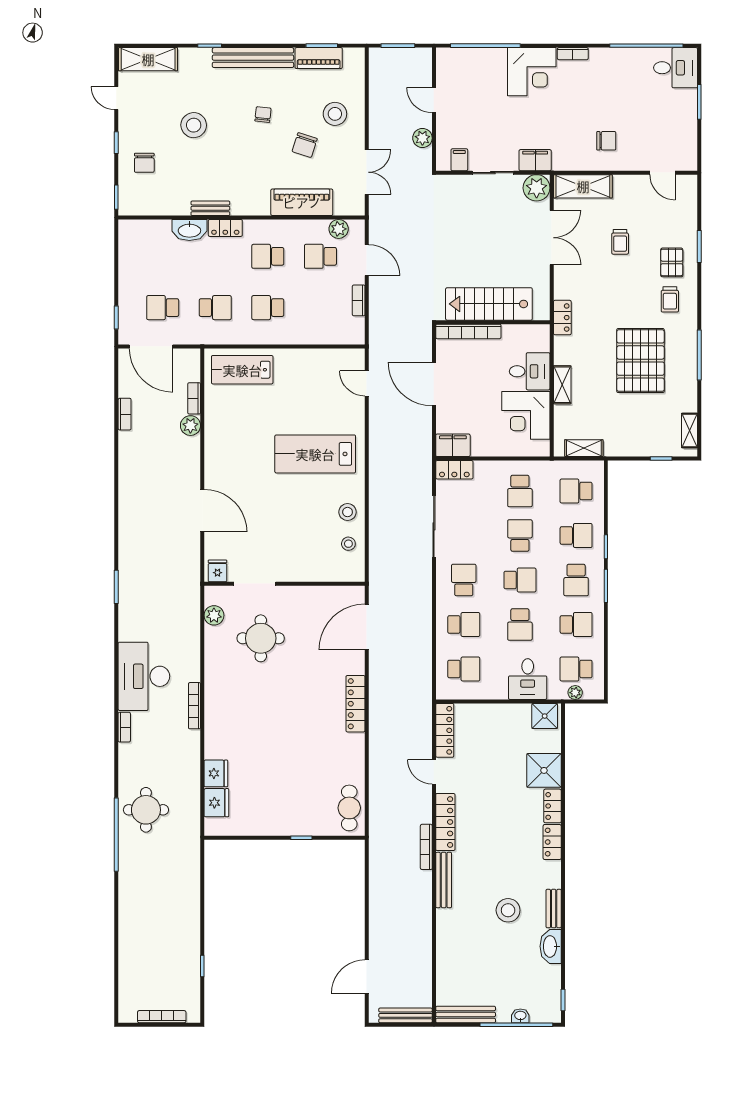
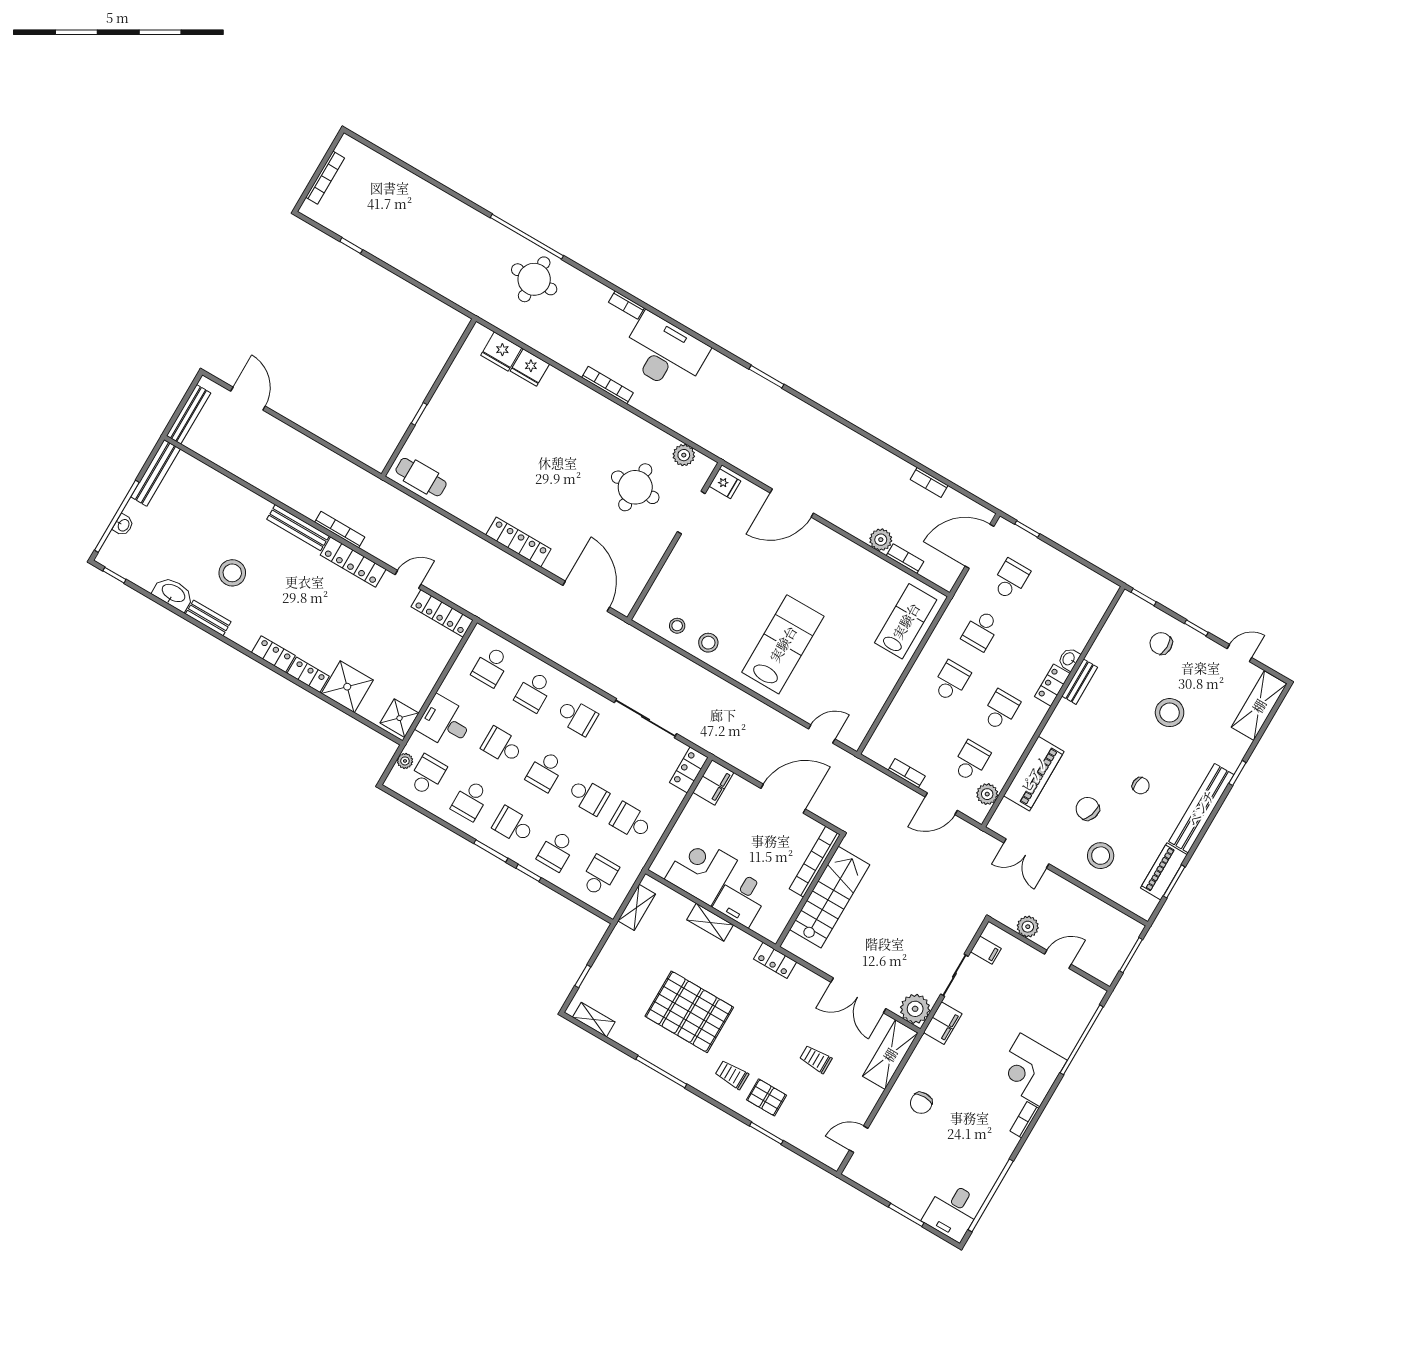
washbasin: (189, 230) -> (1069, 659), width x0.52, depth x0.69

